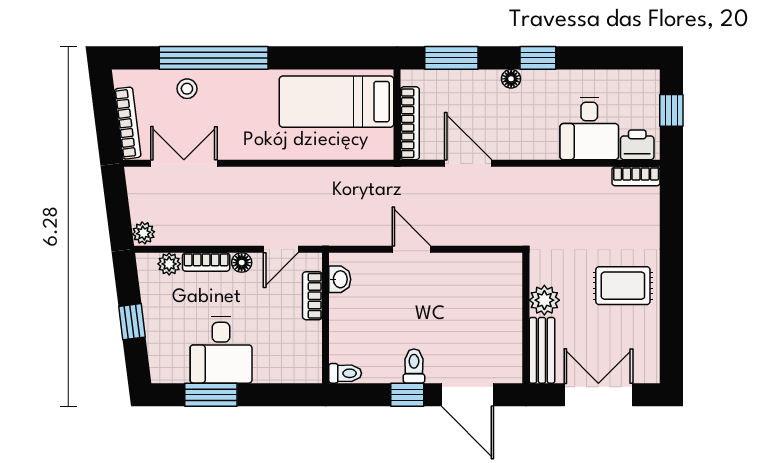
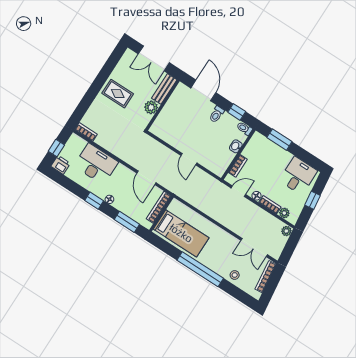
window: (214, 58) -> (200, 269), moved
desk: (589, 128) -> (96, 164), width x1.37
printer: (637, 145) -> (61, 165), moved, turned 180
washbasin: (340, 279) -> (236, 146), moved
desk: (221, 350) -> (298, 176), moved
window: (211, 395) -> (279, 140), moved
window: (407, 395) -> (237, 112), moved

